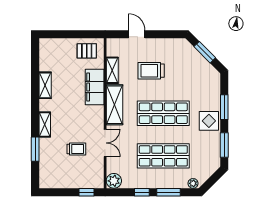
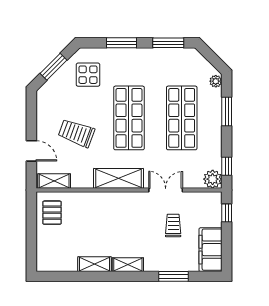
door: (137, 34) -> (31, 151), swing flipped
shelving: (112, 70) -> (54, 181), moved
trolley: (151, 71) -> (76, 133), turned 110
filing cabinet: (95, 87) -> (210, 250), moved, turned 90
display table: (209, 121) -> (88, 75), moved
shelving: (45, 124) -> (128, 265), moved
window: (142, 192) -> (227, 166), moved

